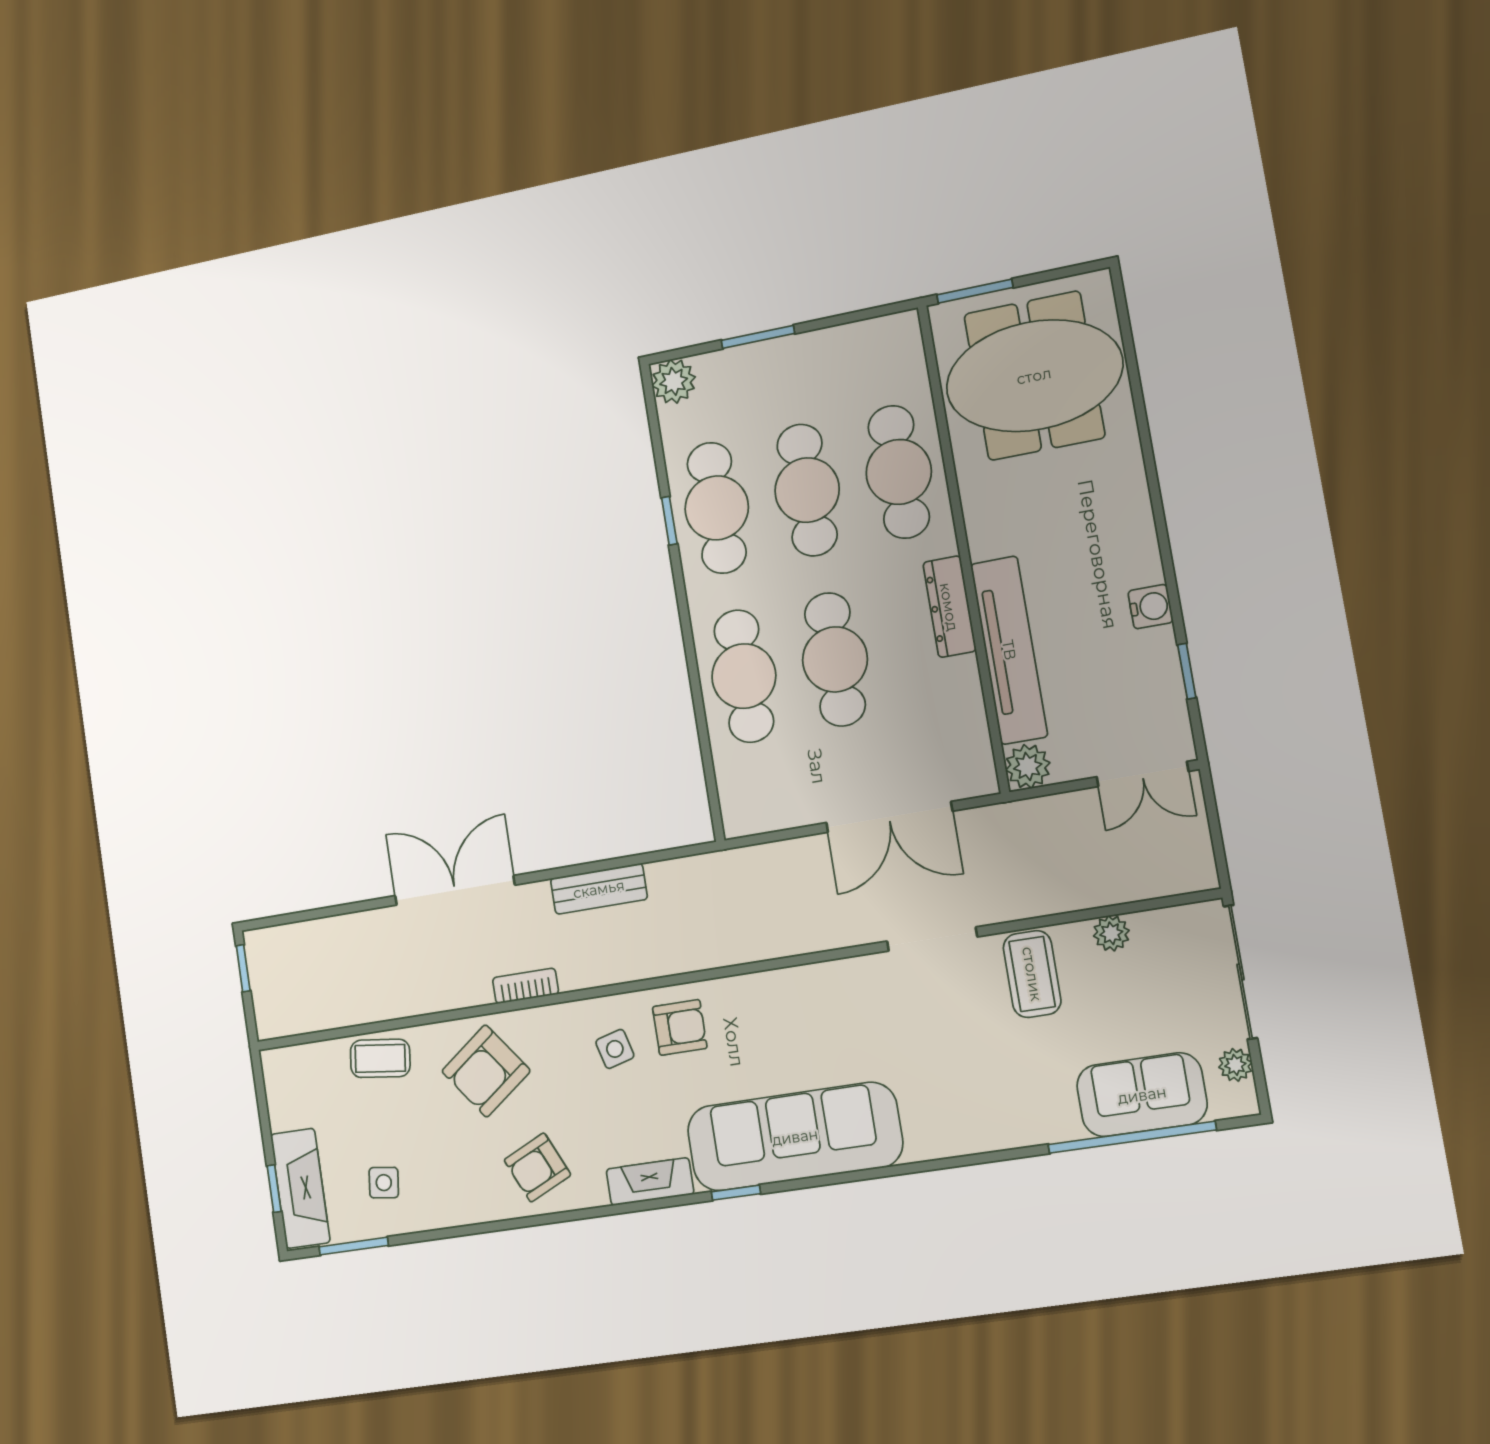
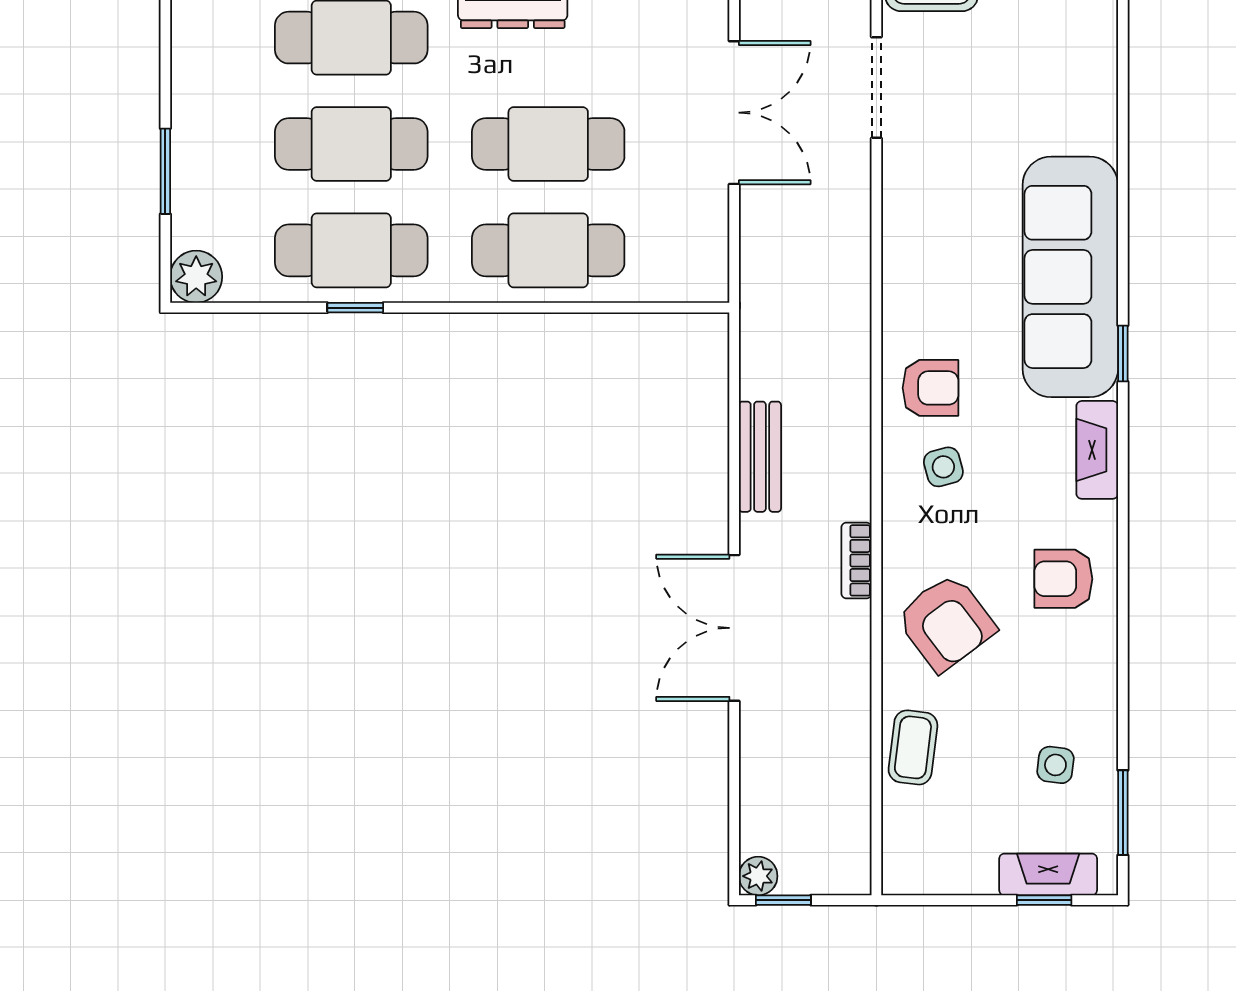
plant: (259, 944) -> (758, 876), added
armchair: (680, 1027) -> (931, 388), turned 90
armchair: (537, 1167) -> (1063, 579), turned 115
fireplace: (300, 1188) -> (1048, 874), width x0.73, depth x0.76

